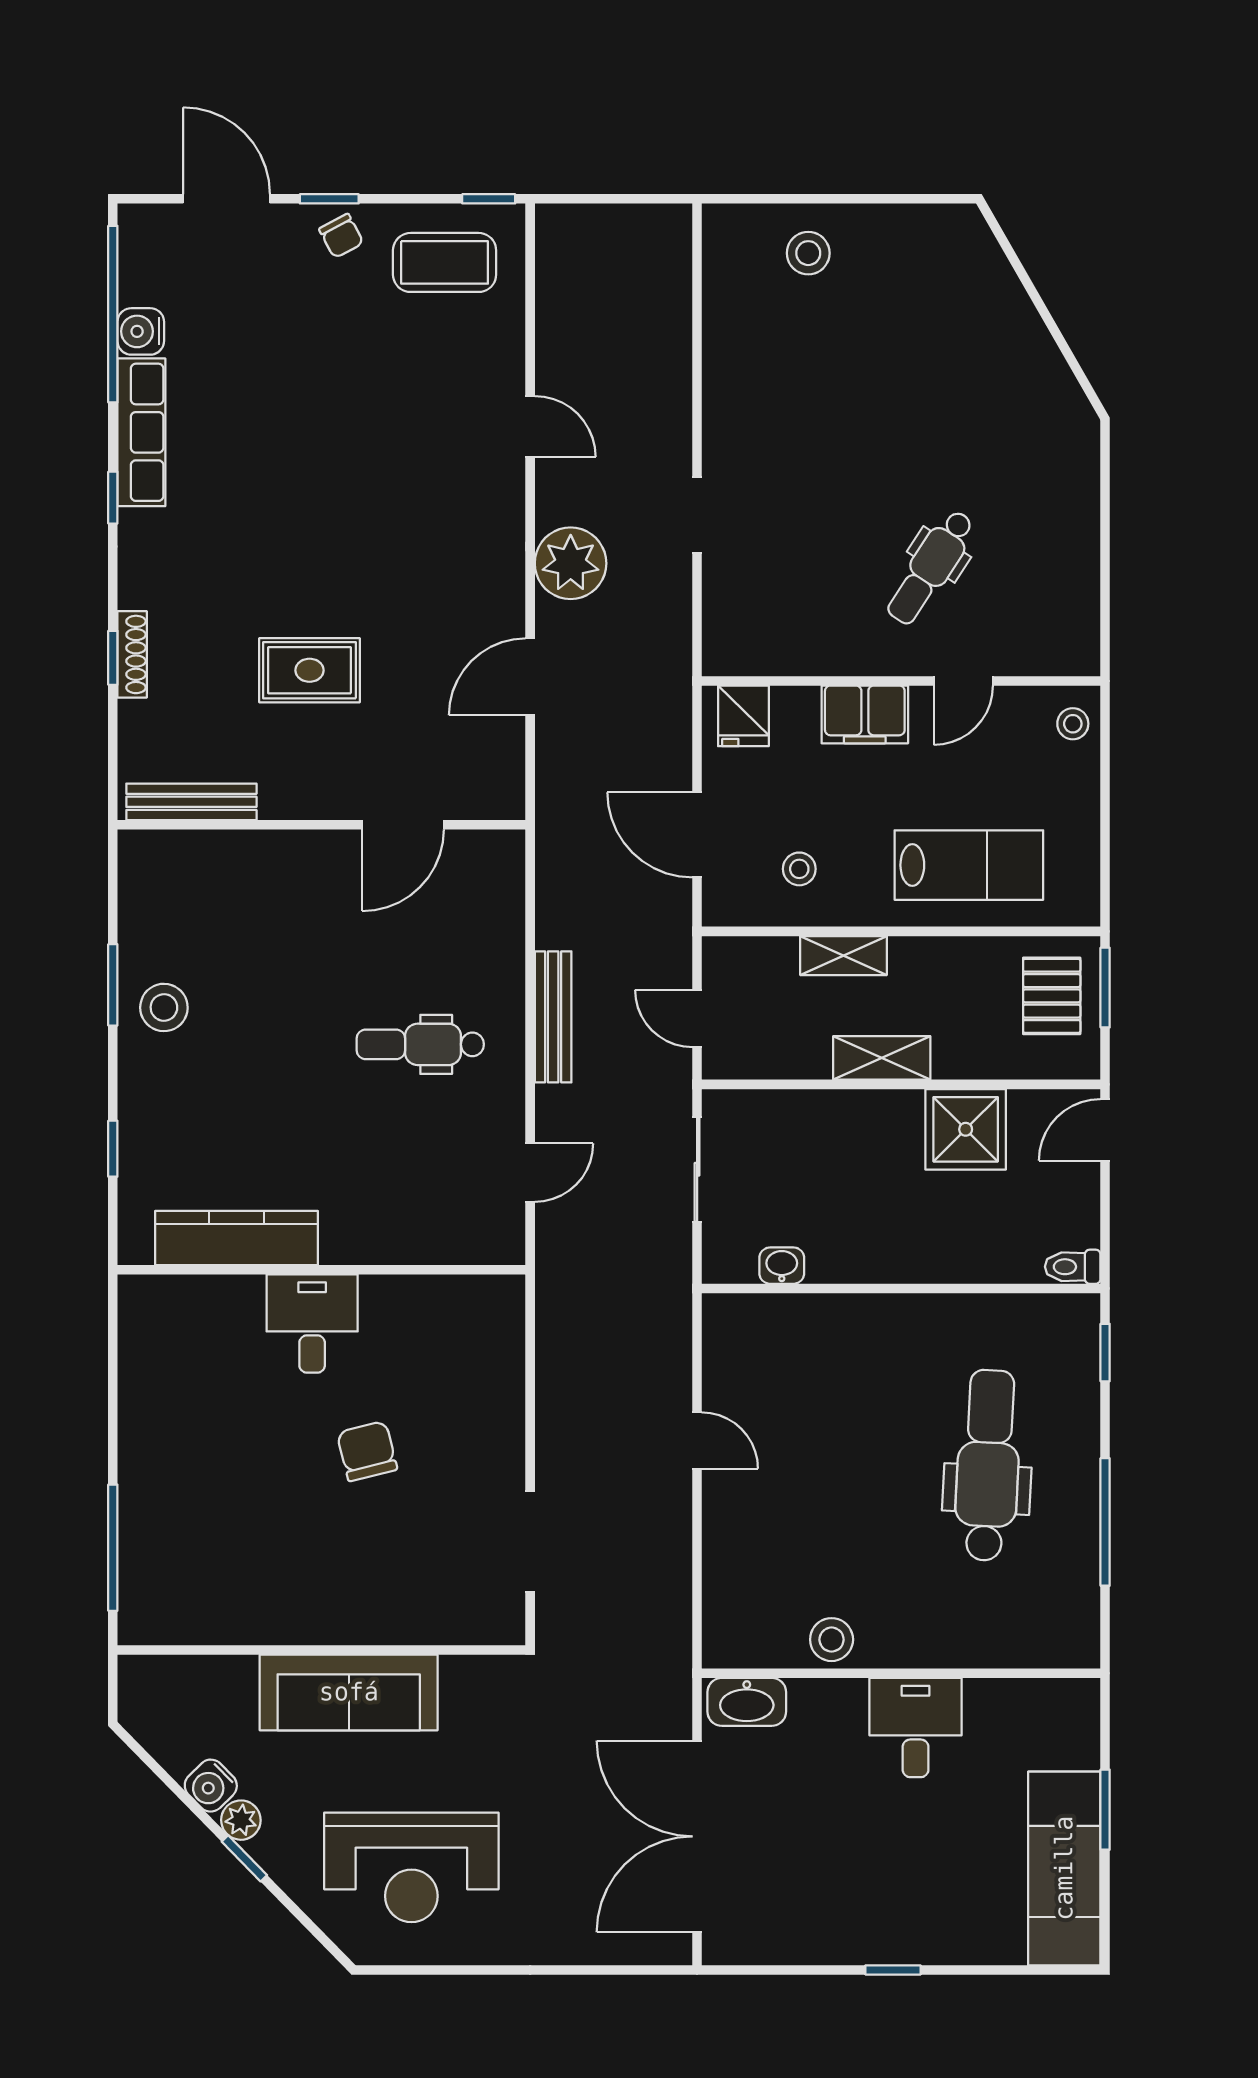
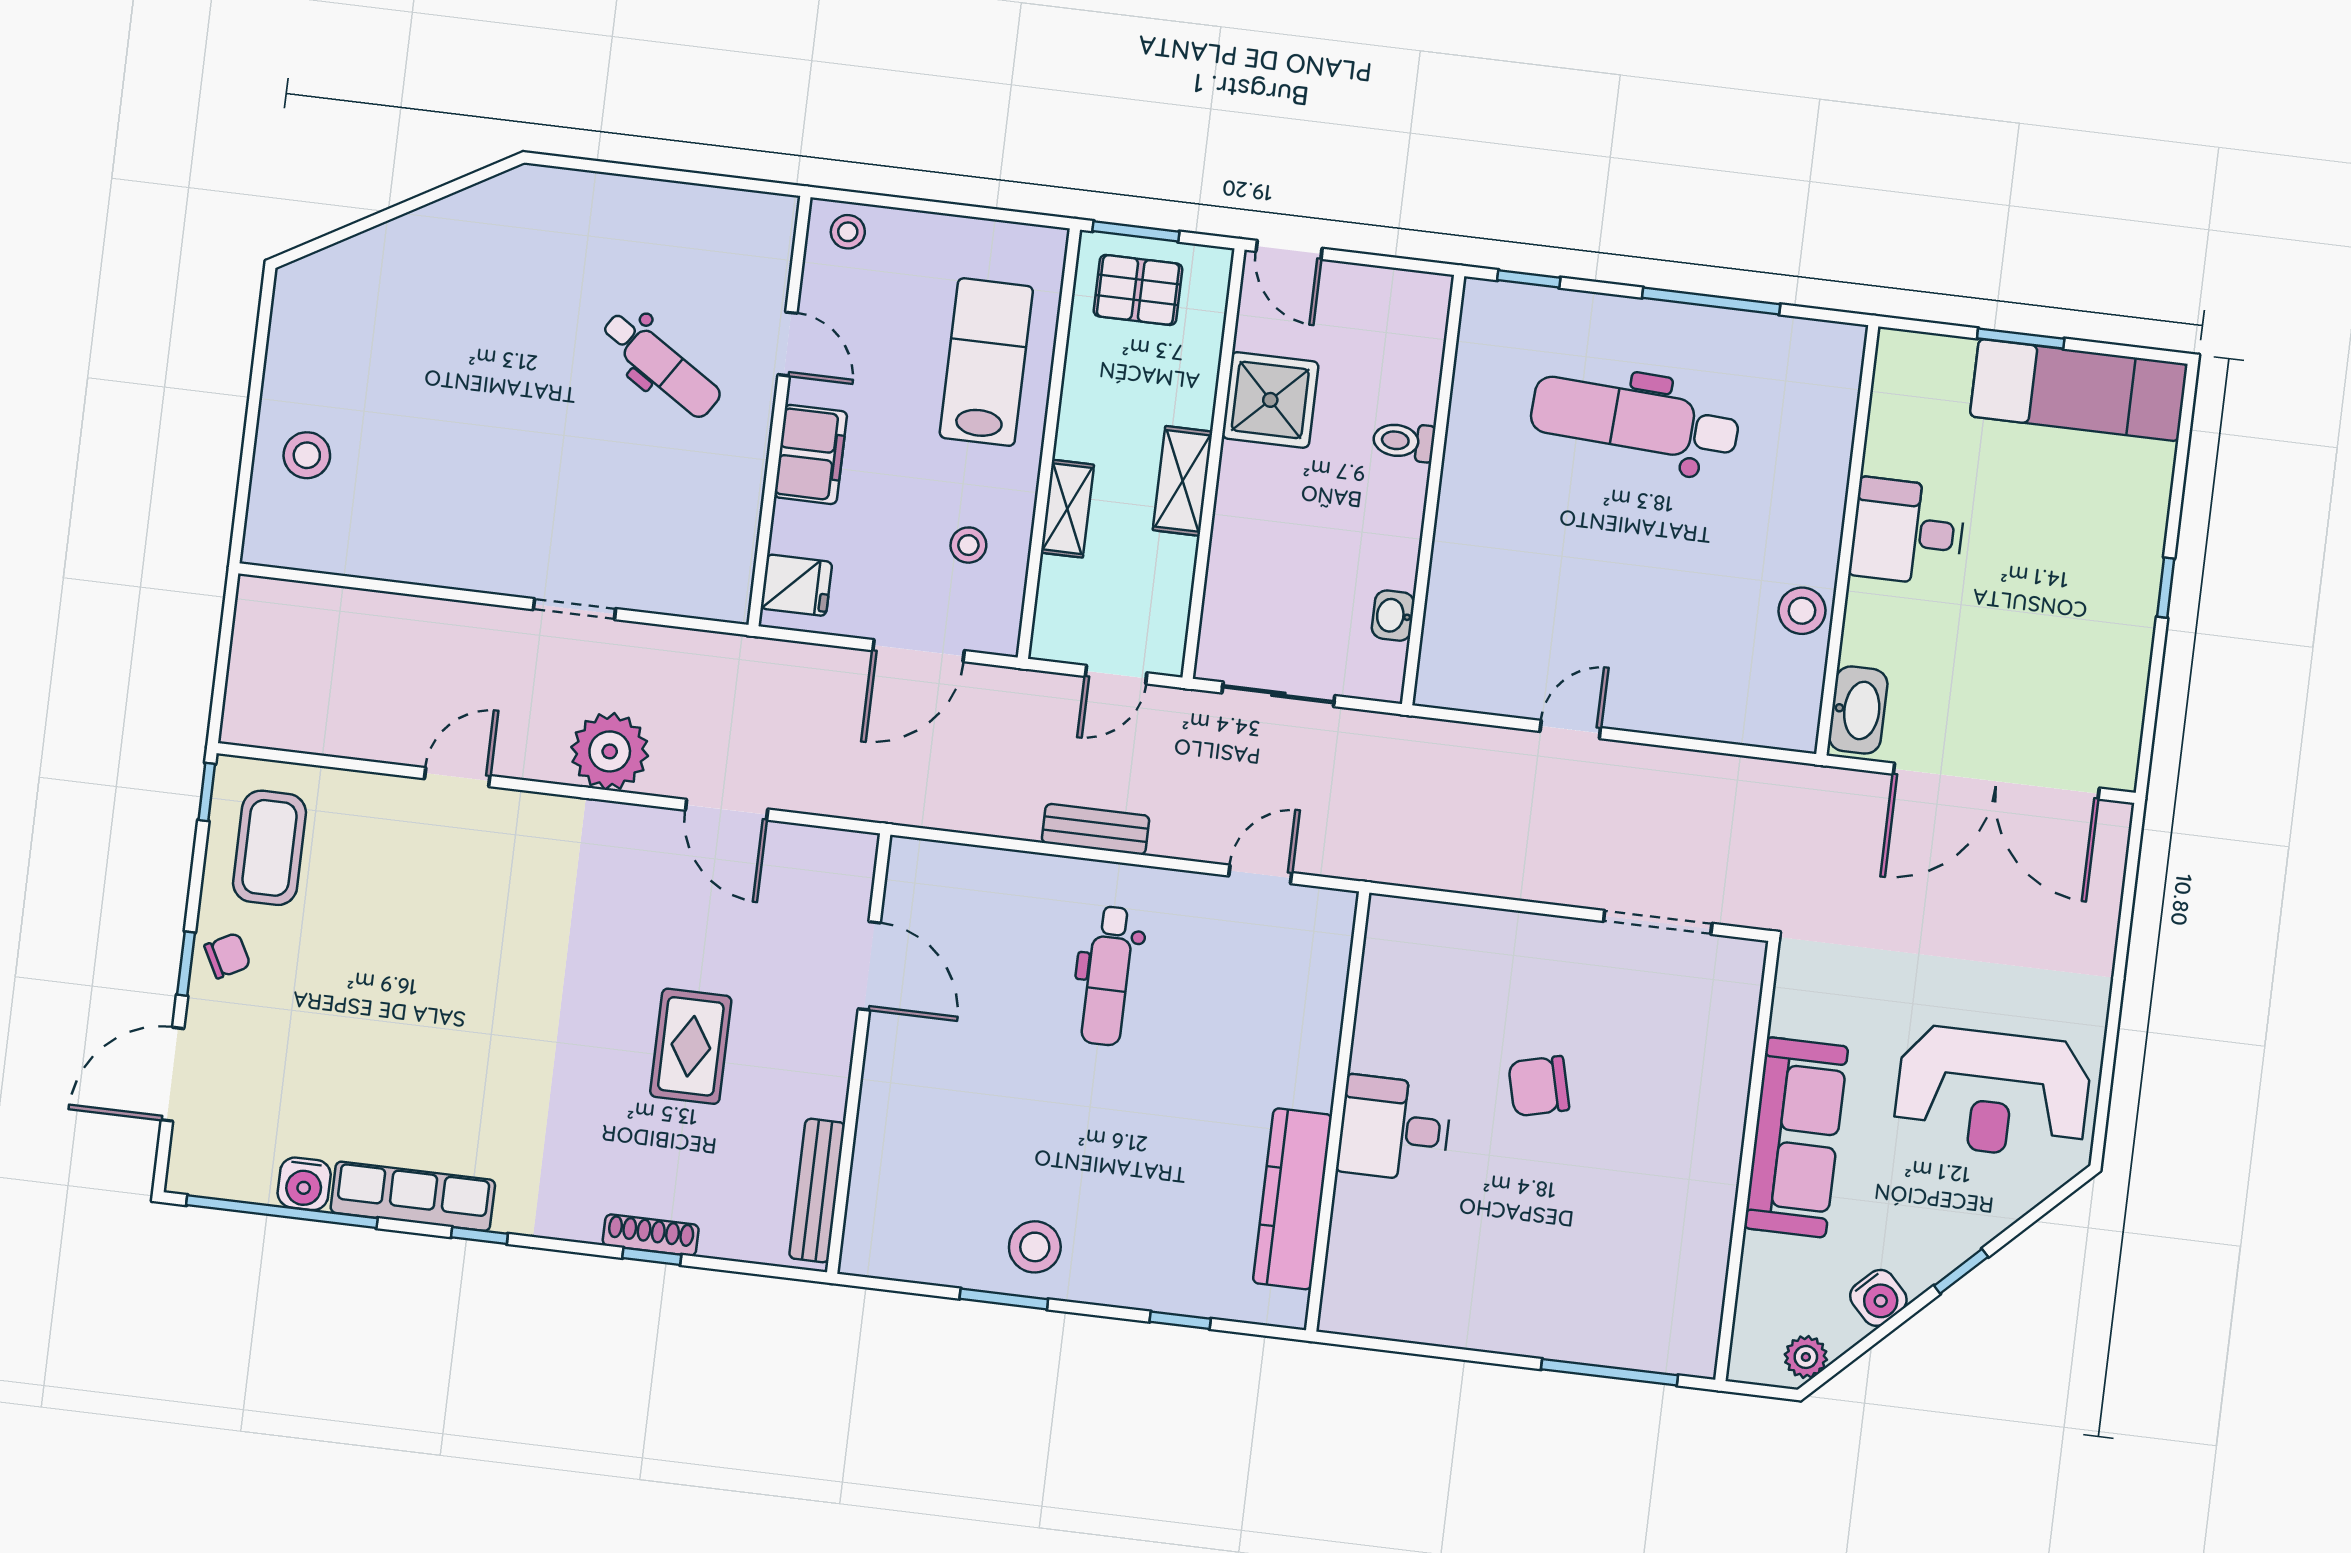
bench: (553, 1017) -> (1096, 829), width x0.73
door: (530, 1173) -> (1260, 874), hinge flipped
toilet: (1073, 1267) -> (1404, 441), moved, turned 90
plant: (241, 1820) -> (1806, 1357), moved
reception desk: (411, 1867) -> (1993, 1093), turned 90

